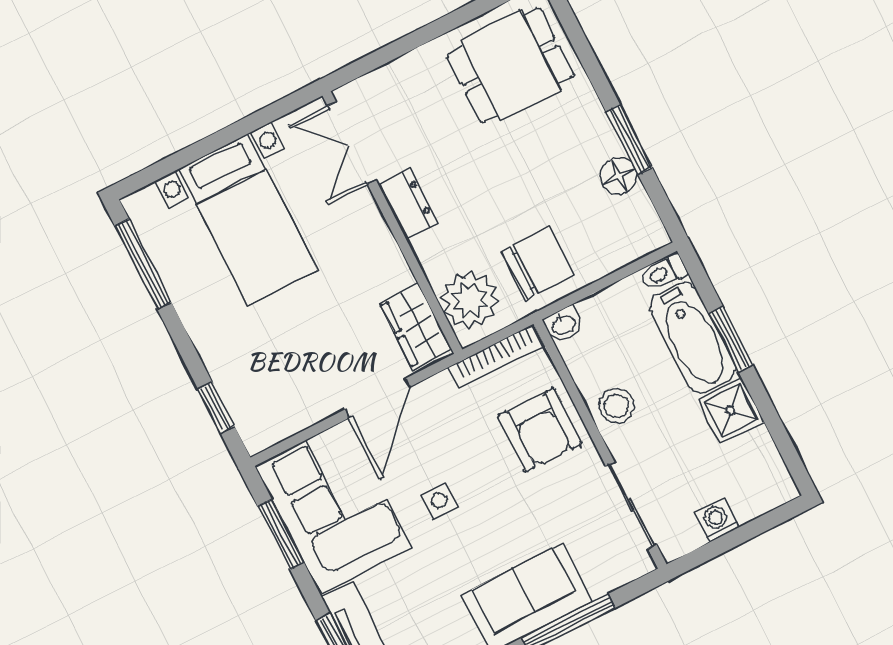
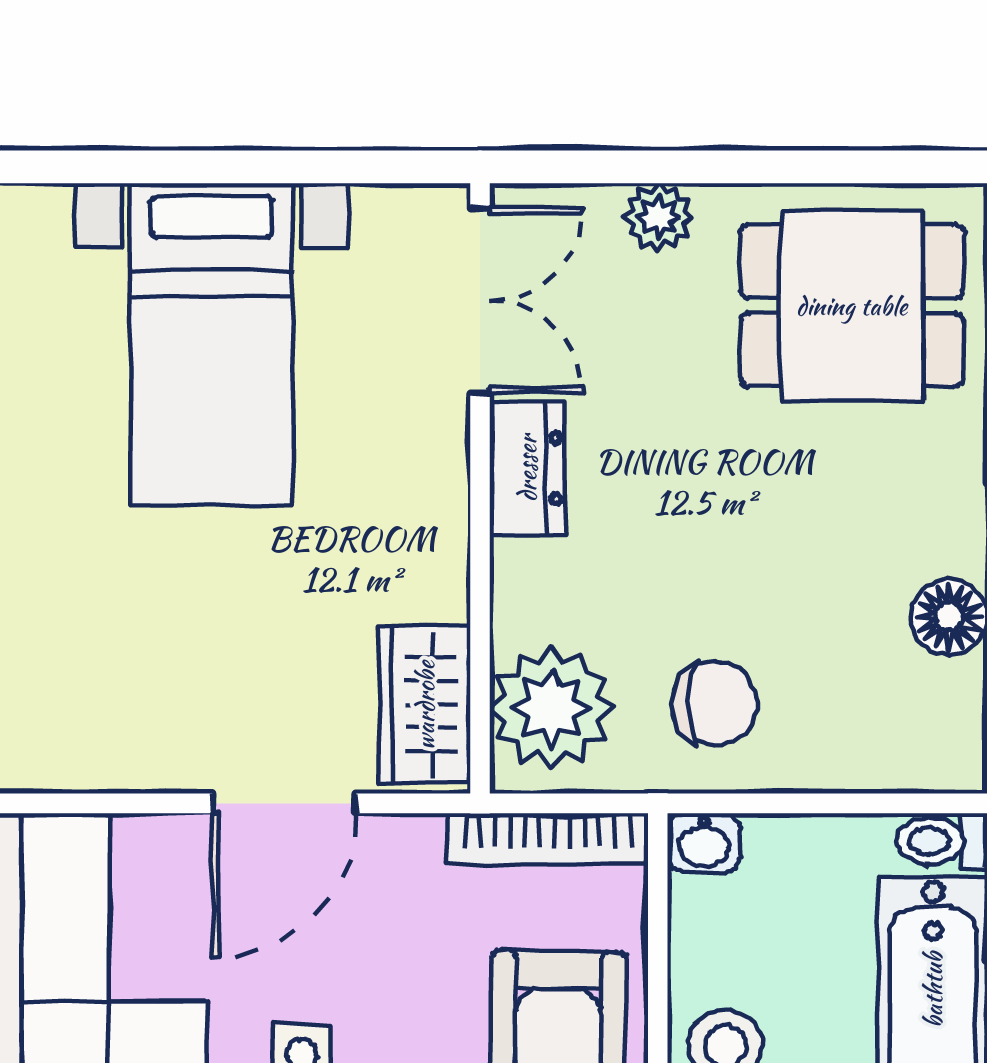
plant: (409, 69) -> (658, 217), added
double door: (352, 143) -> (480, 301), swing flipped
chair: (538, 263) -> (714, 703), width x0.73, depth x0.73

